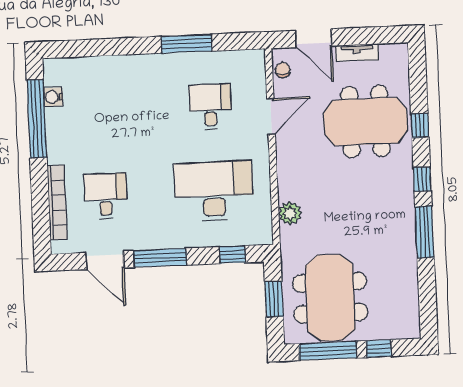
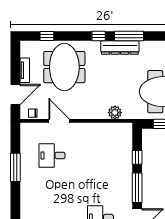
window: (420, 126) -> (47, 36), moved
desk: (214, 191) -> (100, 155), removed
dresser: (404, 217) -> (120, 48), added
window: (233, 255) -> (137, 157), moved

